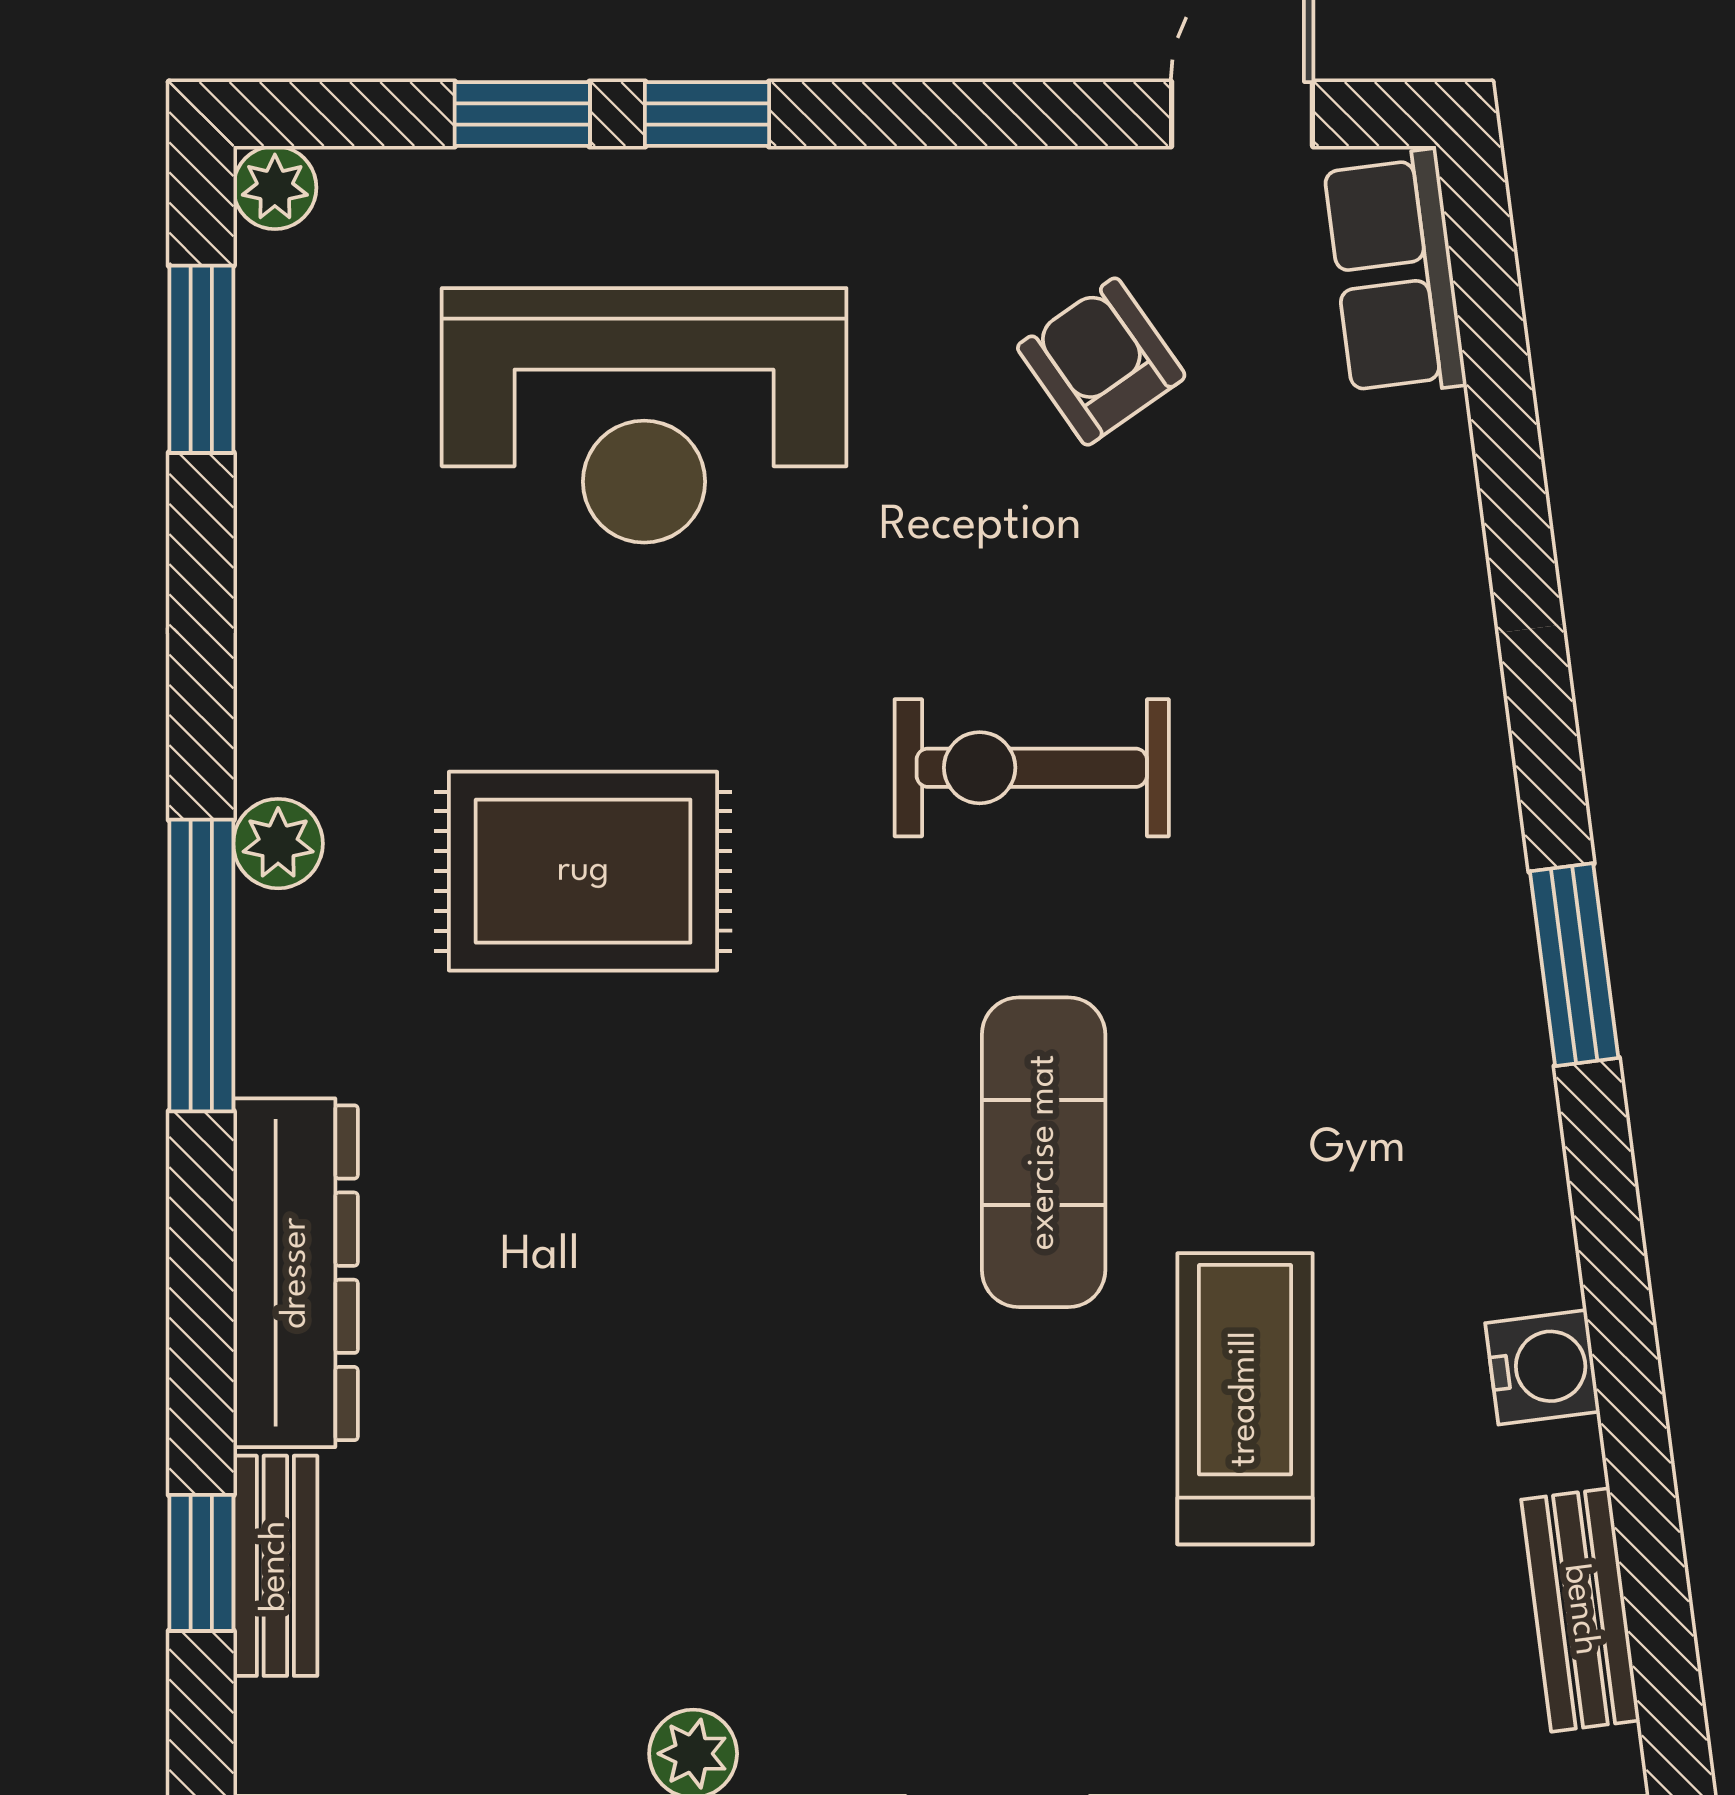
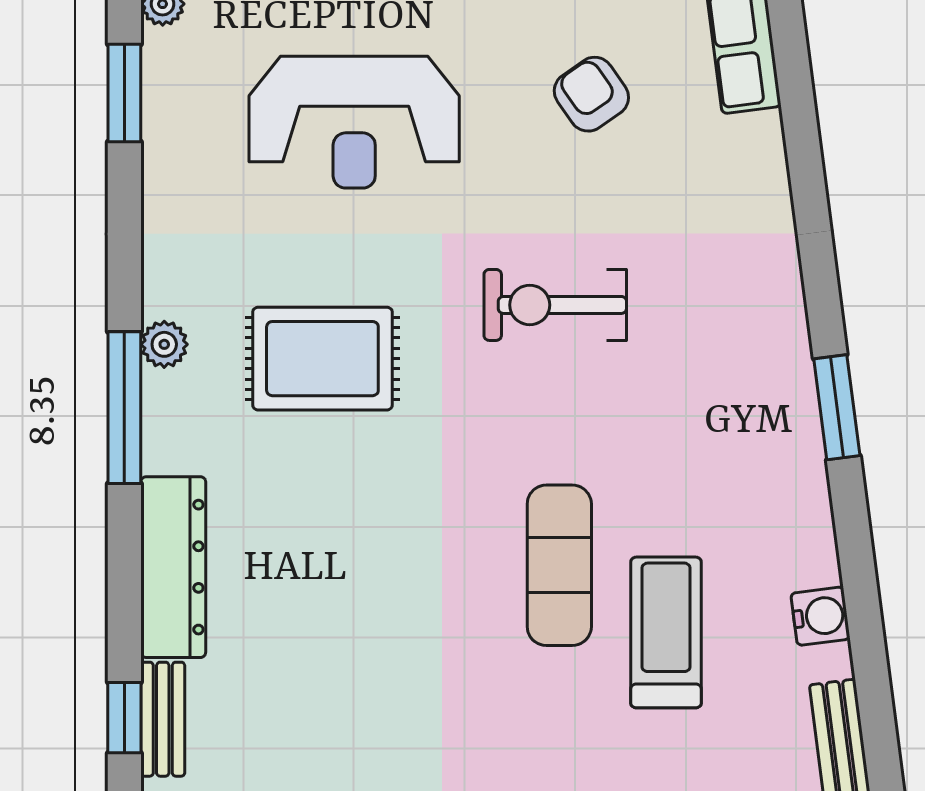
exercise mat: (1044, 1152) -> (559, 565), moved

